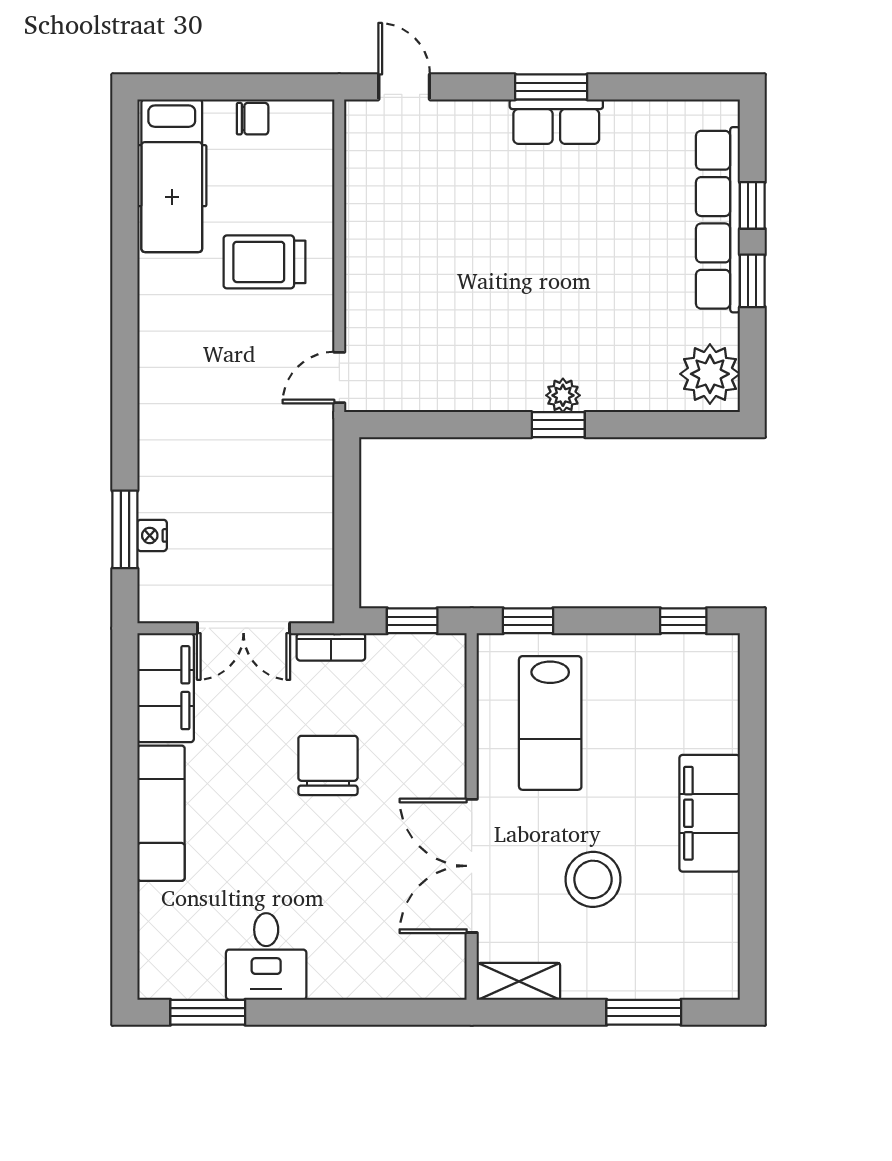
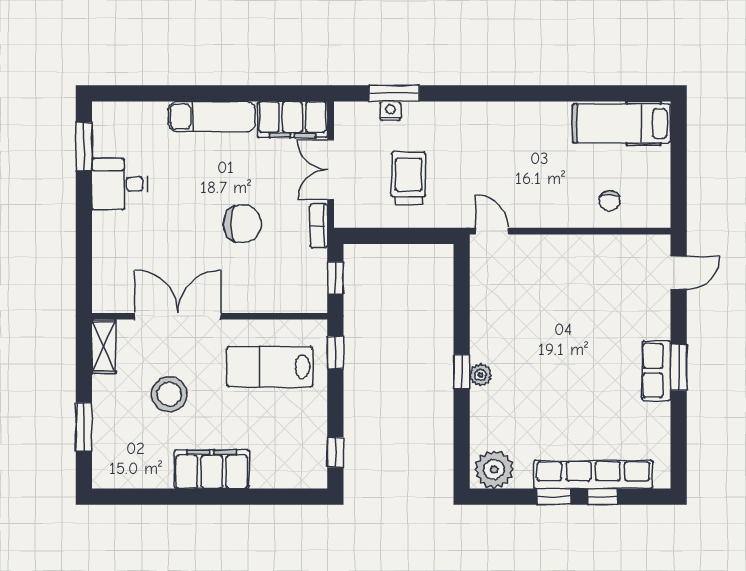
chair: (253, 119) -> (610, 201), moved
trolley: (265, 262) -> (409, 178), moved

